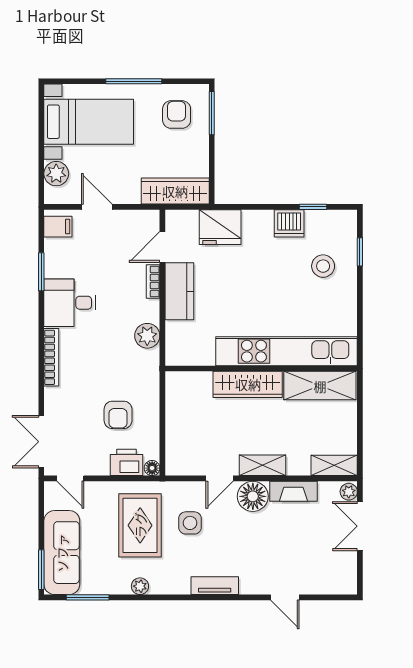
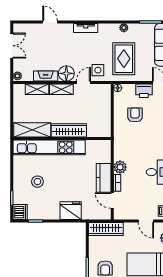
dishwasher: (289, 223) -> (20, 212), moved, turned 90
fridge: (220, 227) -> (71, 211), moved
door: (162, 247) -> (112, 200), swing flipped
stool: (323, 266) -> (37, 182), moved
plant: (147, 336) -> (120, 167), moved
printer: (126, 462) -> (144, 91), moved
shelving: (334, 465) -> (37, 89), moved
side table: (190, 523) -> (98, 70), moved
double door: (360, 526) -> (12, 46), moved

